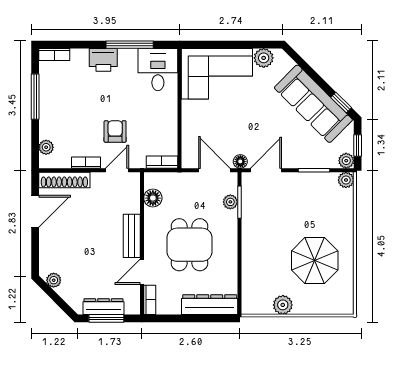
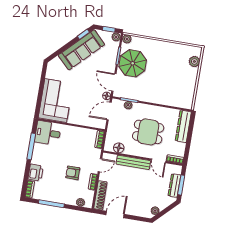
plant: (264, 58) -> (51, 73), removed
printer: (103, 60) -> (36, 173), moved
armchair: (115, 131) -> (73, 173), moved
door: (117, 170) -> (100, 165), swing flipped
door: (35, 211) -> (115, 215), hinge flipped
bench: (132, 236) -> (133, 162), width x1.36
parasol: (315, 261) -> (133, 63), moved
plant: (283, 305) -> (194, 61), moved

